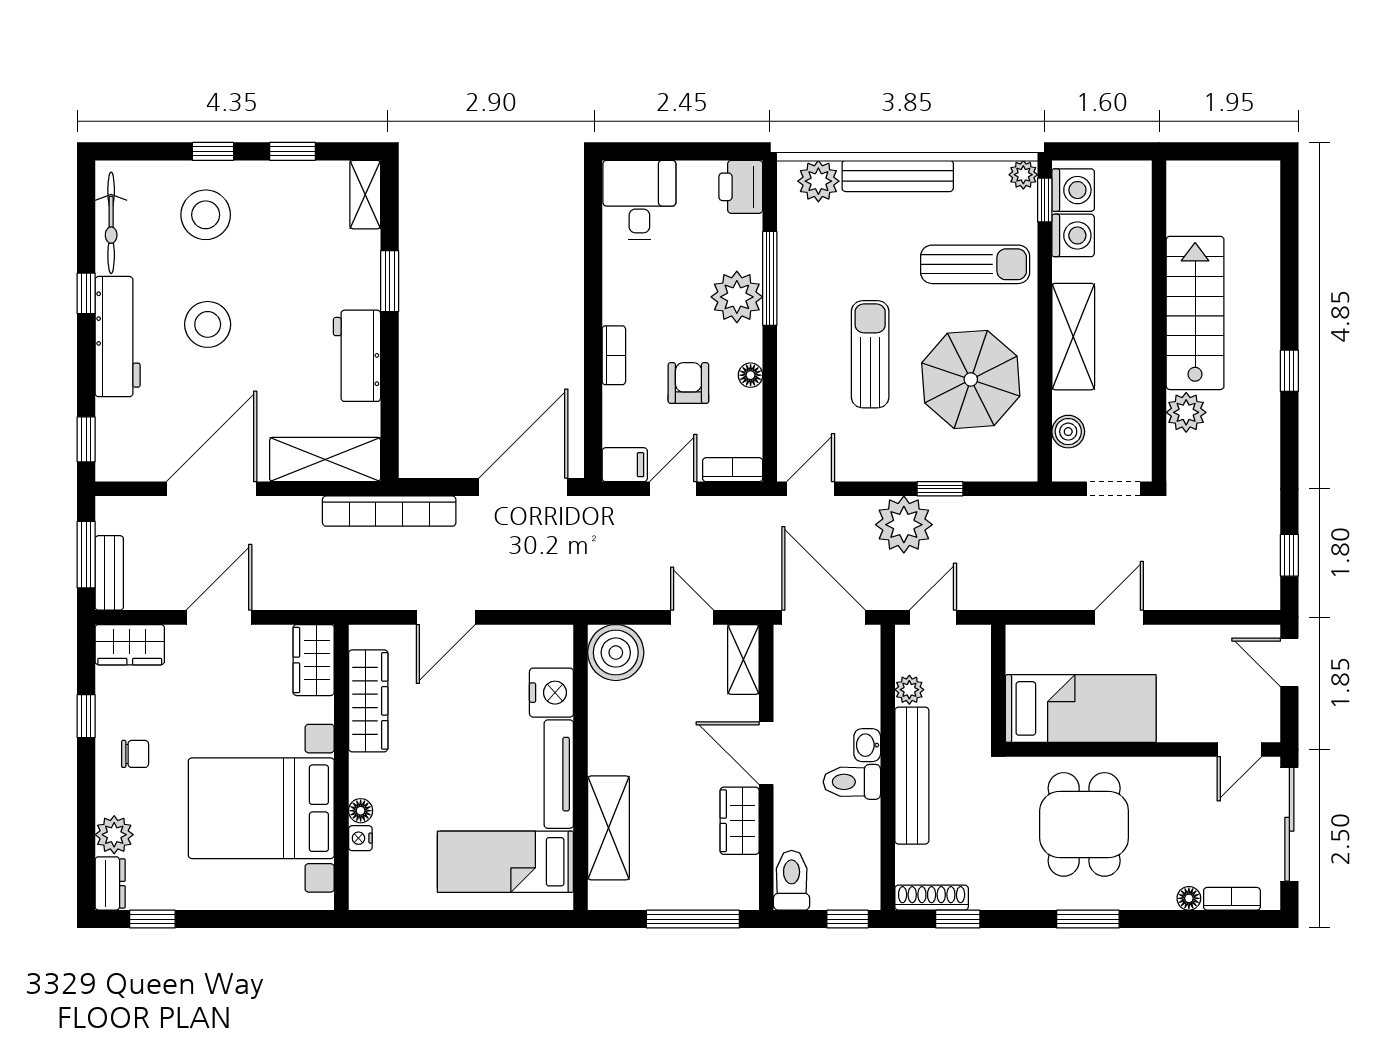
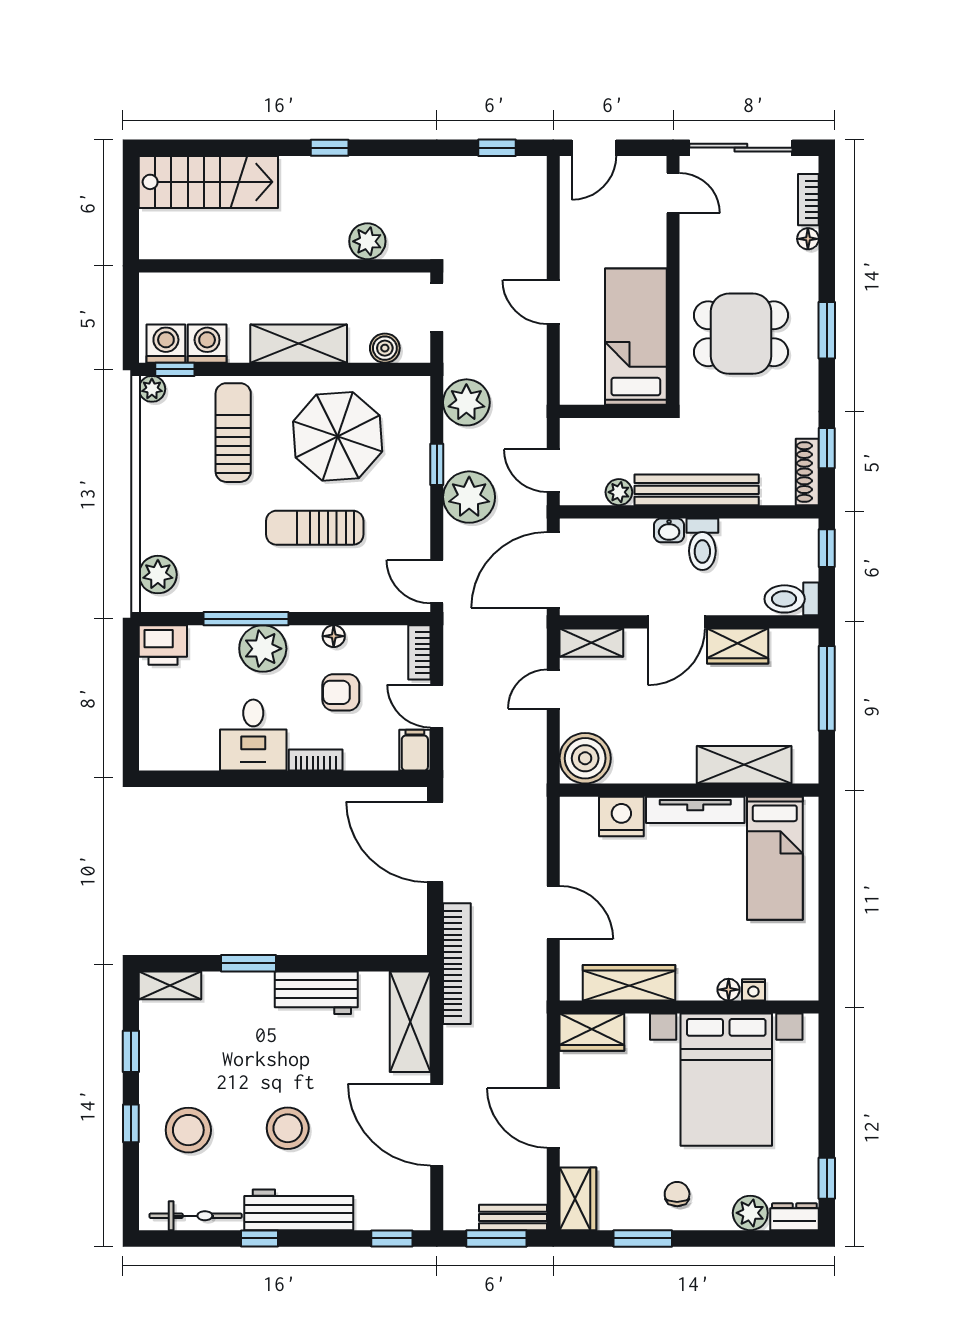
bench: (898, 176) -> (153, 503), removed
desk: (639, 200) -> (253, 735), moved, turned -90
stairs: (1195, 313) -> (208, 182), moved, turned 180
plant: (1008, 522) -> (466, 402), added
window: (86, 716) -> (643, 1238), width x1.50

